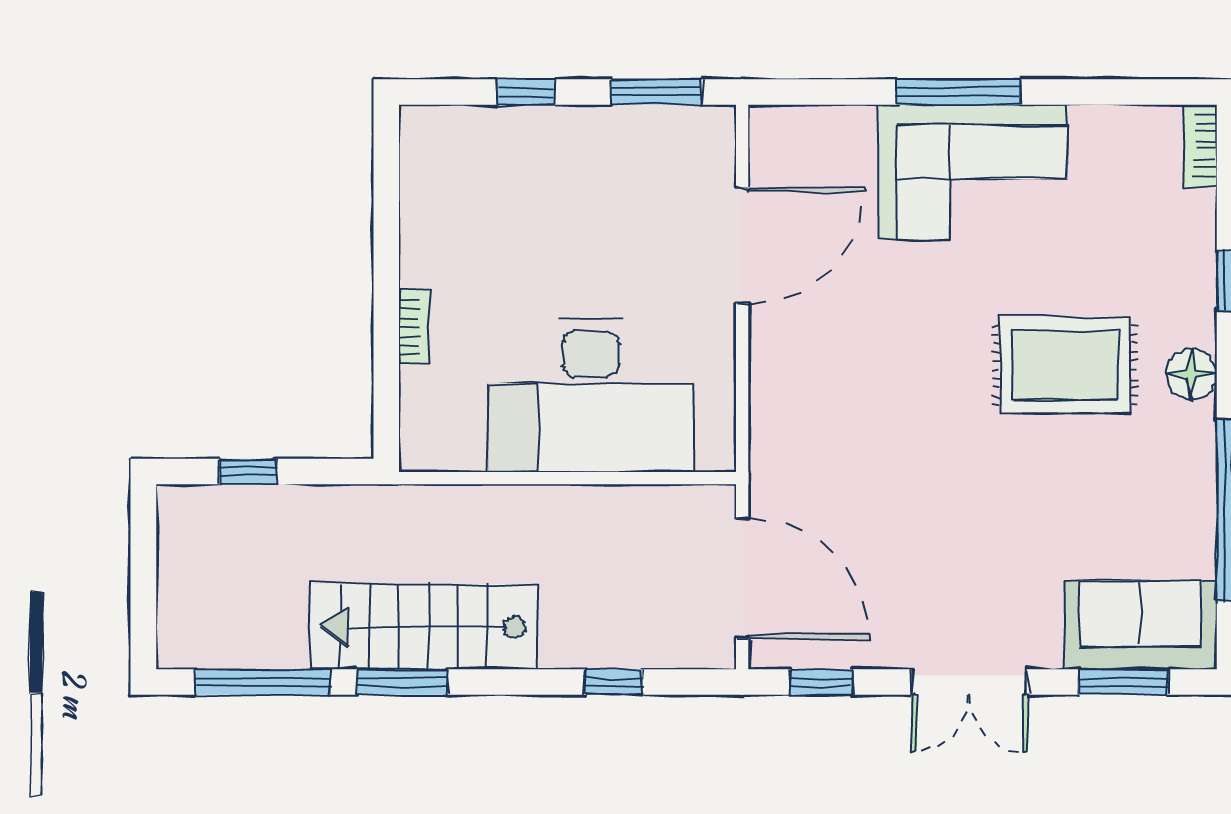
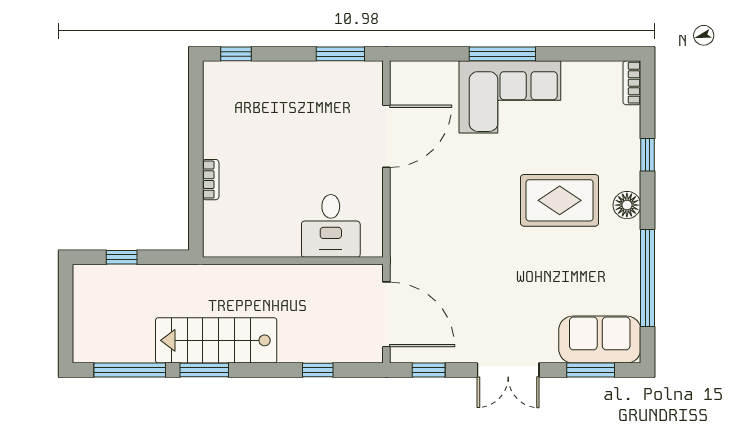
window: (525, 92) -> (236, 54), moved
desk: (591, 395) -> (331, 226), width x0.53, depth x0.77

